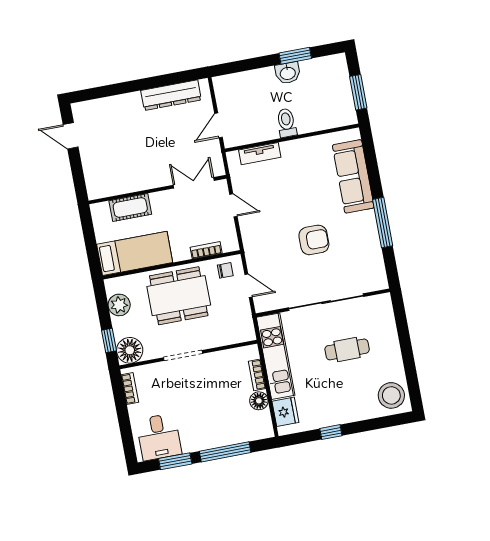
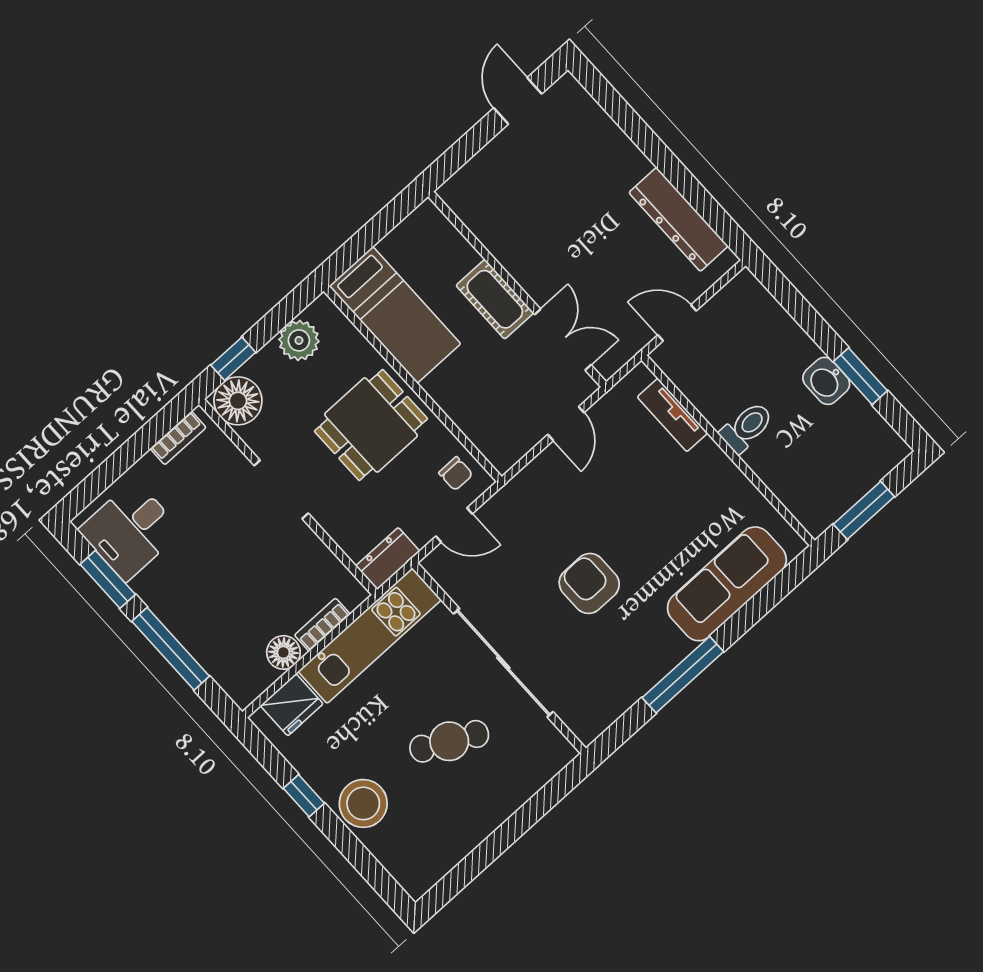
cot: (130, 208) -> (495, 299), moved
armchair: (314, 240) -> (589, 583), turned 180
bookcase: (206, 250) -> (469, 424), removed
door: (248, 286) -> (454, 525), hinge flipped
dining table: (179, 296) -> (371, 425), width x0.73
dresser: (245, 326) -> (388, 559), added
cafe table: (347, 349) -> (449, 741), turned -63
stool: (391, 395) -> (363, 803), moved

